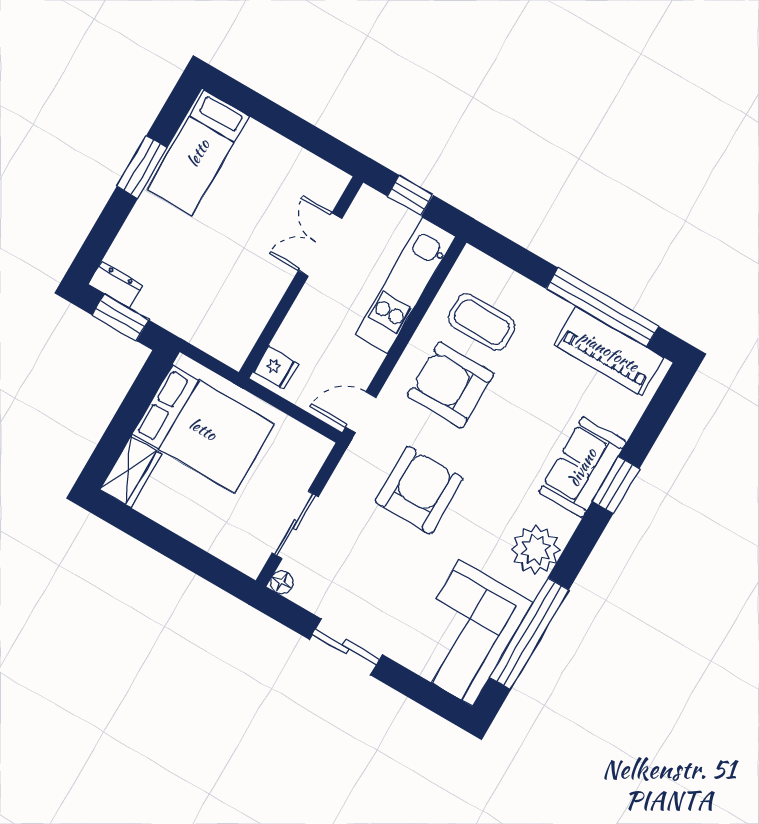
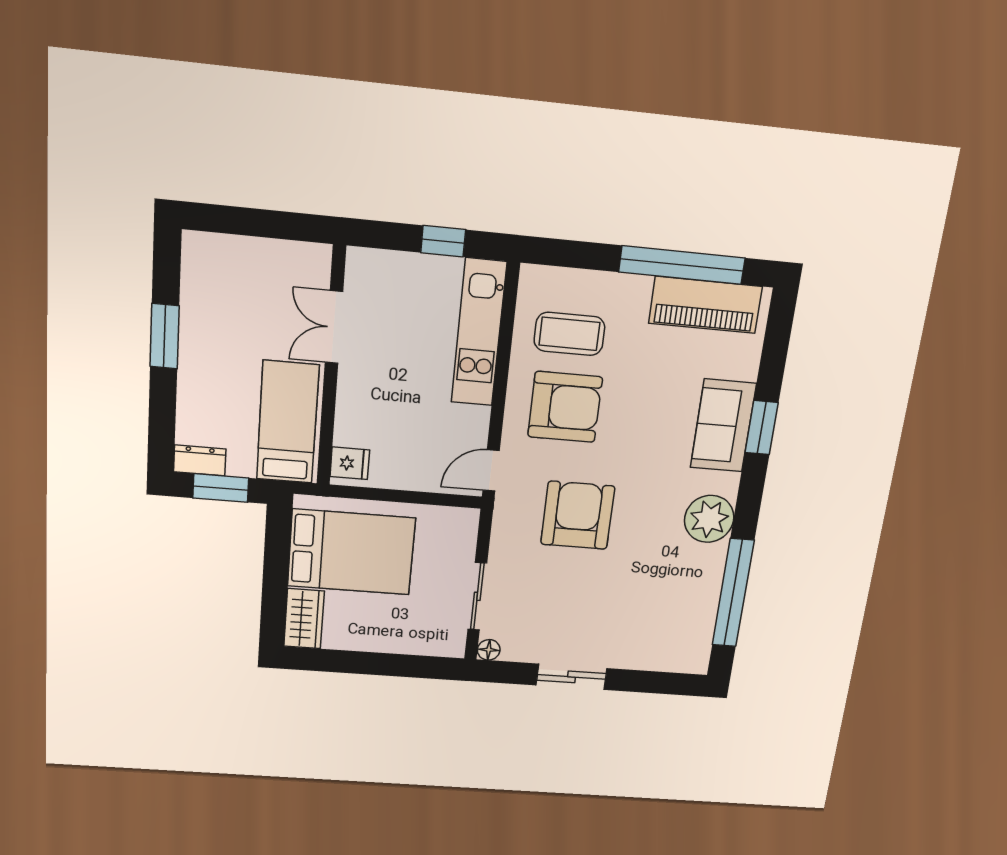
bed: (198, 153) -> (288, 422), moved, turned 180
double door: (320, 245) -> (334, 327), moved
wall: (301, 277) -> (331, 368), moved
fridge: (276, 368) -> (350, 463), moved
armchair: (450, 385) -> (565, 407), turned 180
corner sofa: (466, 633) -> (675, 618), removed

